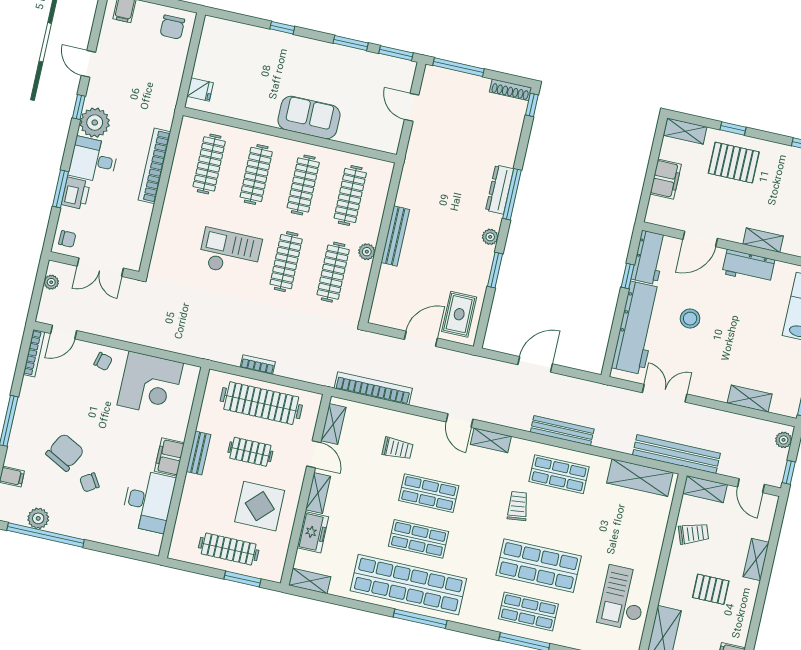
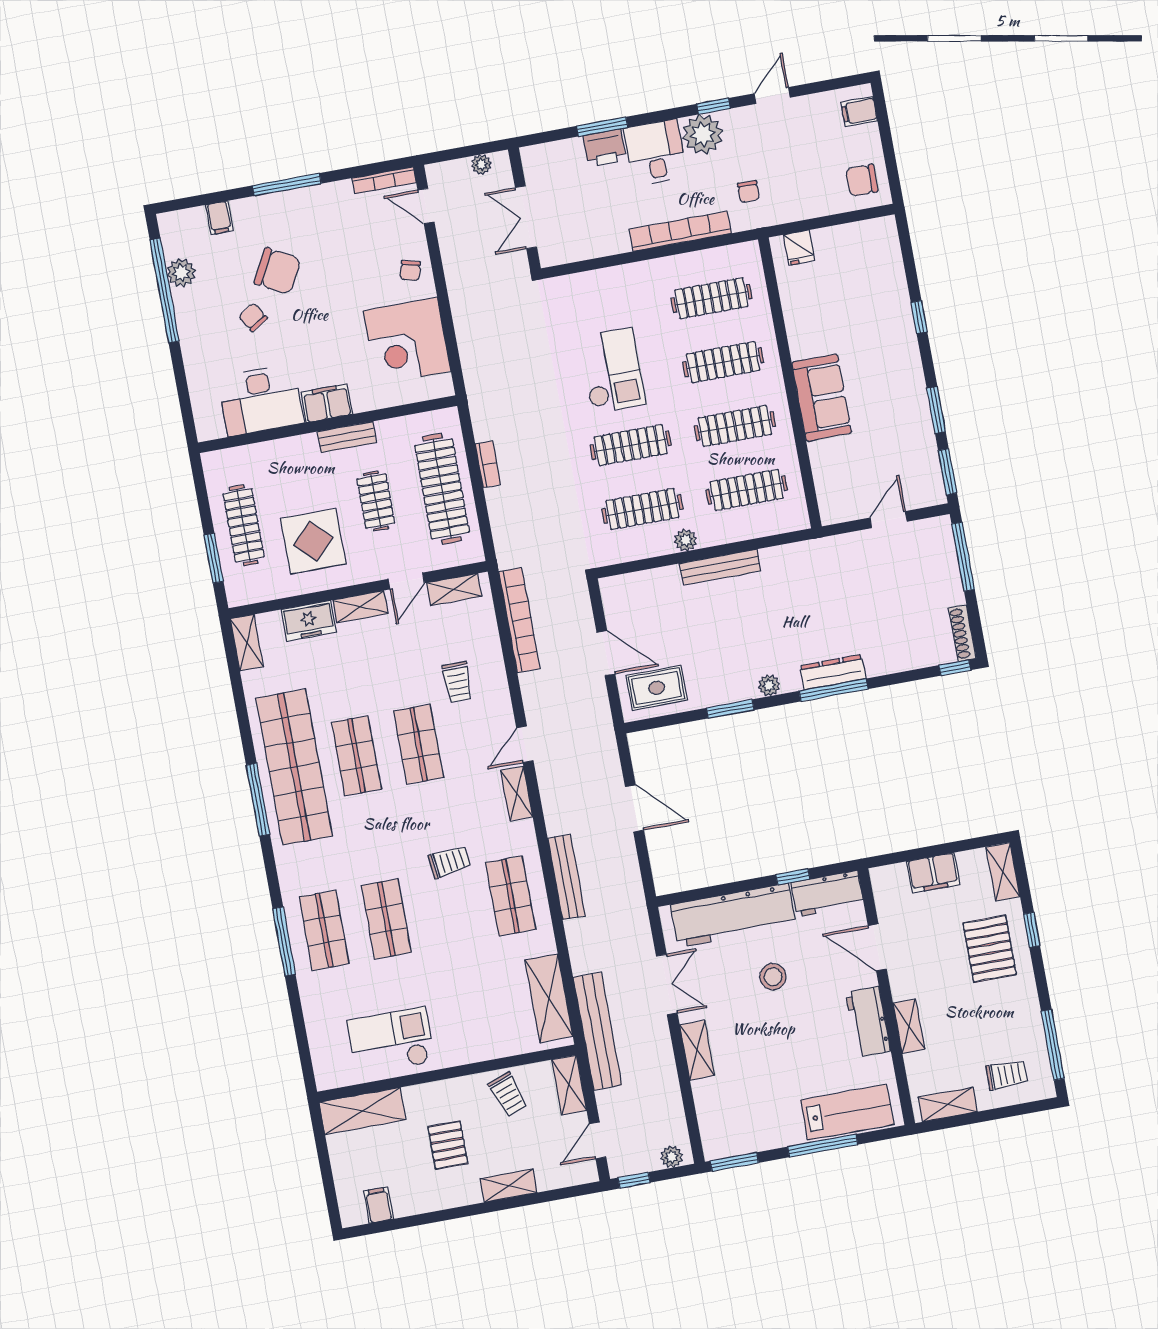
chair: (67, 239) -> (748, 191), moved
shelving: (750, 399) -> (697, 1050), moved
shop shelf: (539, 566) -> (386, 919), width x0.70, depth x0.74

